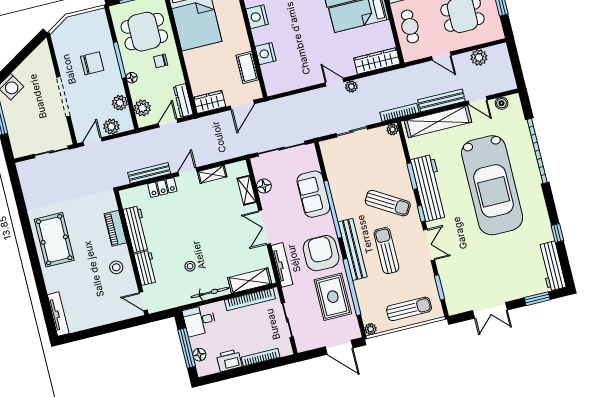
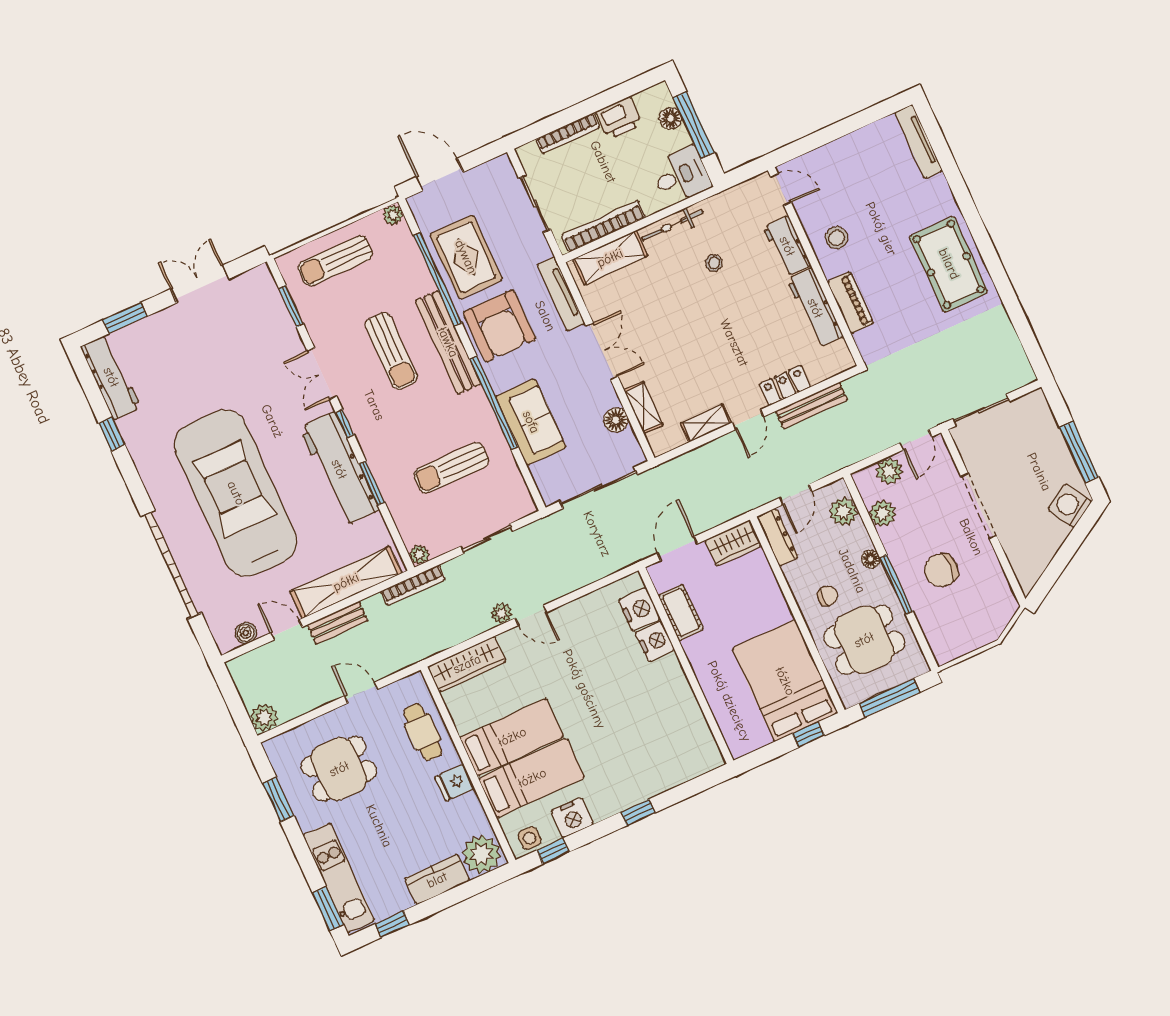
nightstand: (257, 17) -> (639, 609), moved
plant: (479, 57) -> (264, 717), moved
bench: (441, 100) -> (337, 623), width x0.73
sun lounger: (388, 203) -> (451, 468), moved, turned -31

